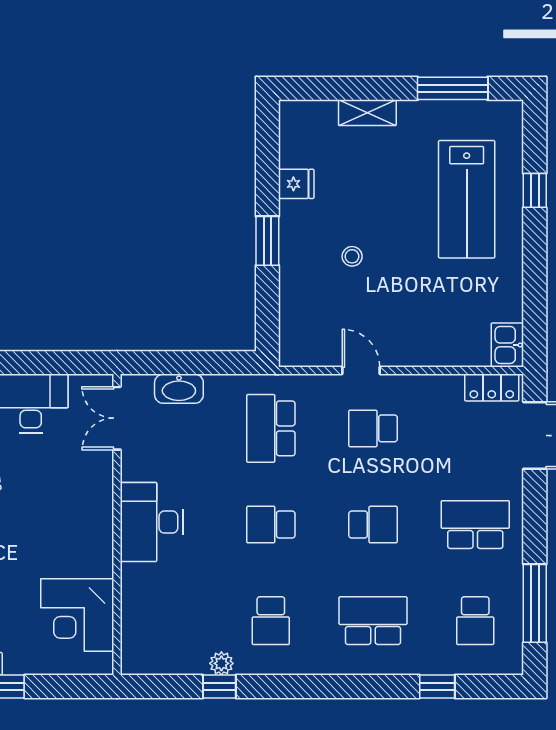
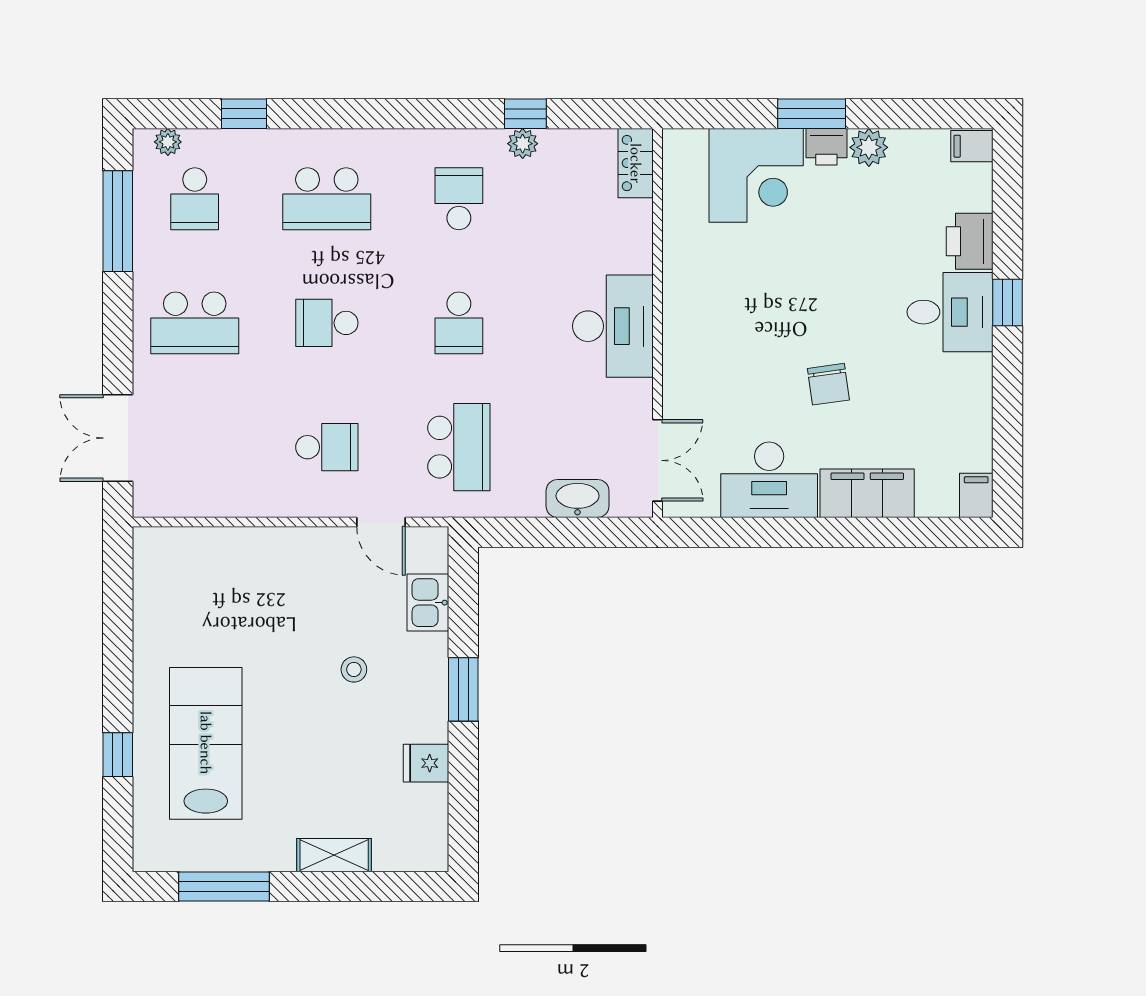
kitchen sink: (507, 345) -> (428, 603), moved, turned 180
door: (361, 370) -> (381, 522), moved
locker: (492, 387) -> (636, 163), moved, turned -90
school desk: (271, 525) -> (459, 323), turned 90
corner desk: (77, 615) -> (756, 175), moved, turned 90
school desk: (475, 621) -> (195, 199), turned 180
plant: (496, 665) -> (168, 142), added

